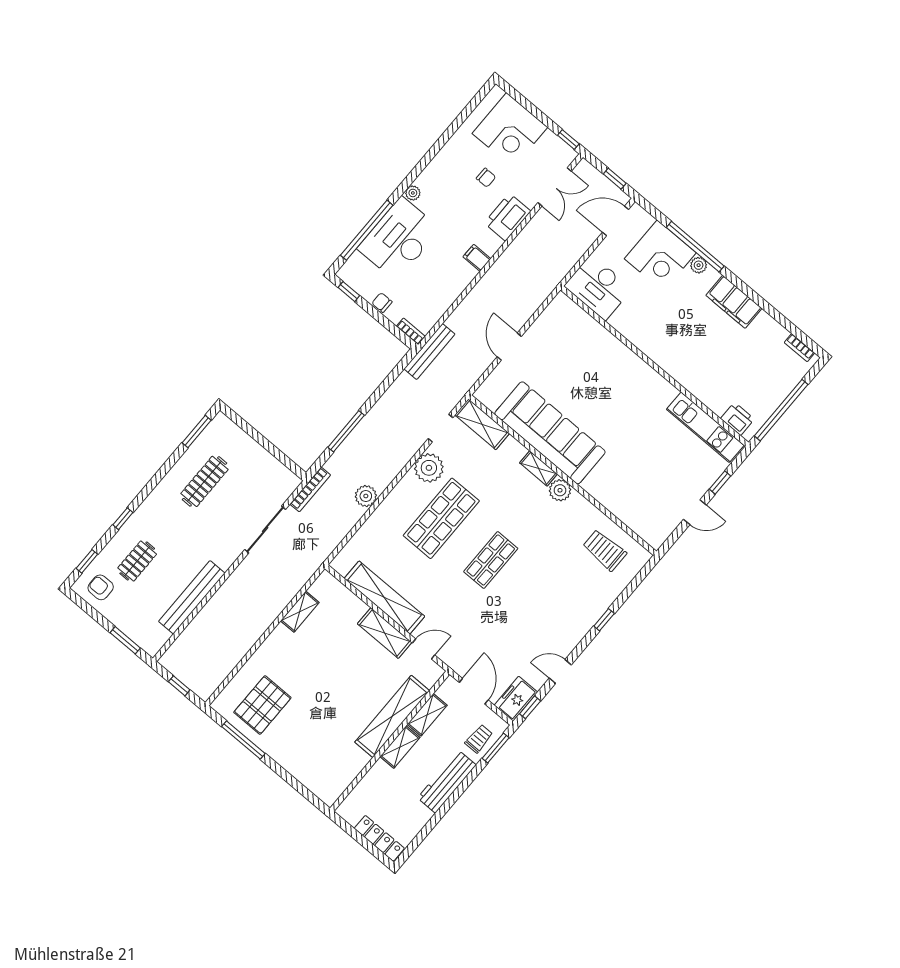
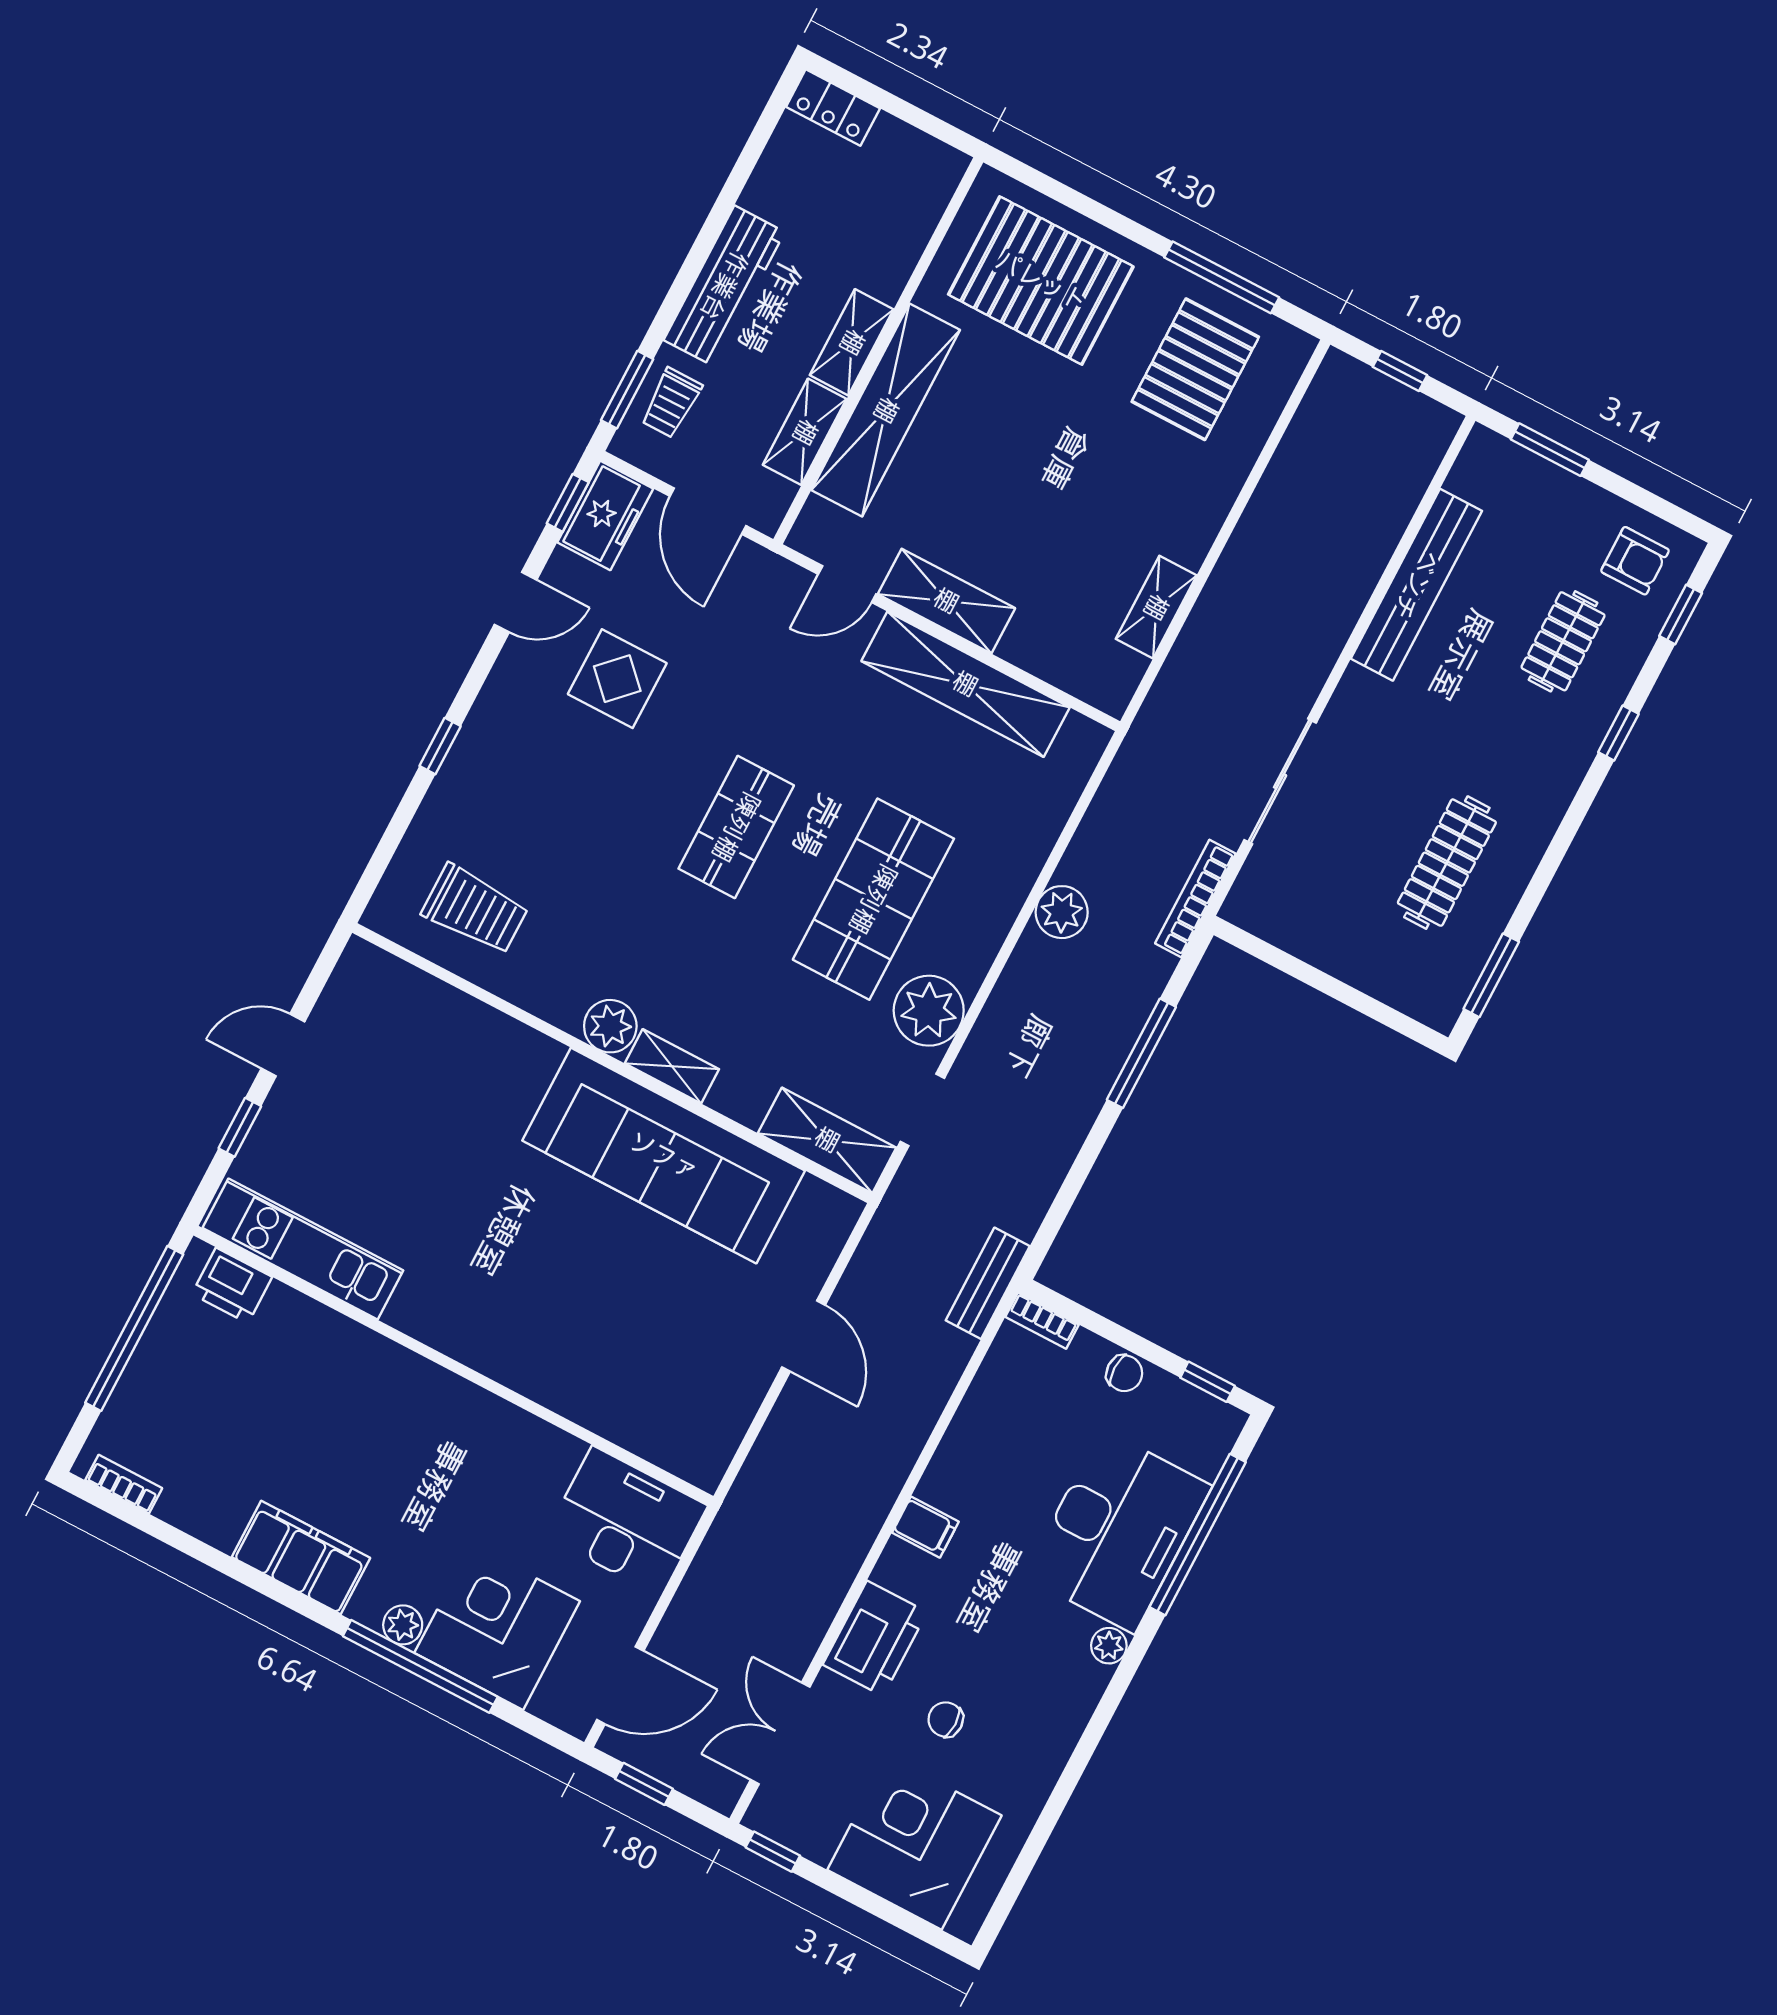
bench: (429, 351) -> (988, 1283), width x0.73
display table: (526, 631) -> (617, 679), added
pallet: (317, 755) -> (1041, 281), added
locker: (379, 838) -> (833, 108), width x0.66

